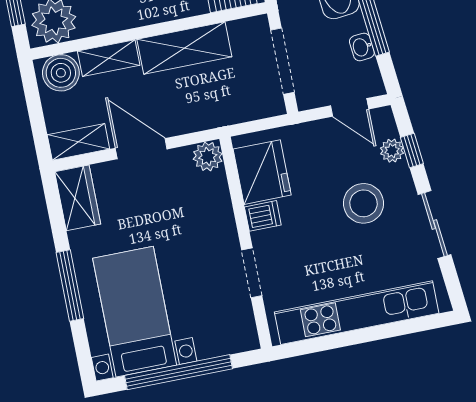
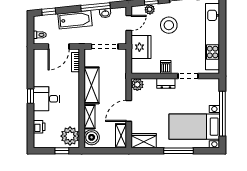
fridge: (262, 172) -> (141, 47), moved, turned 90
dresser: (224, 224) -> (166, 83), added

